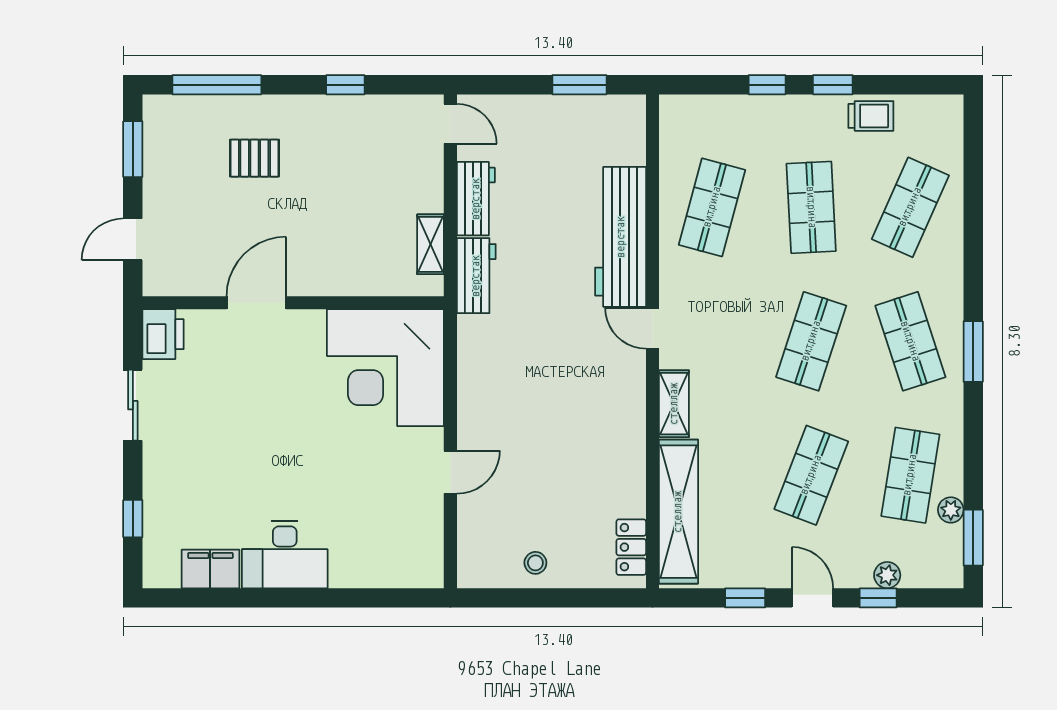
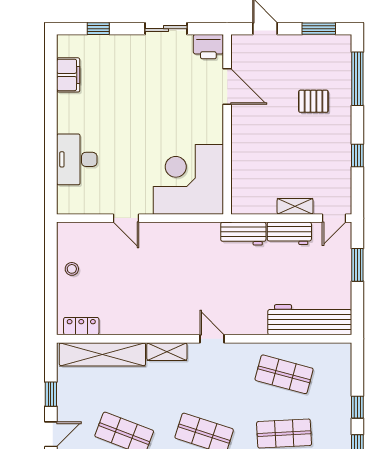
window: (579, 85) -> (357, 265), moved
pallet: (254, 158) -> (313, 101), turned 90
workbench: (621, 237) -> (310, 320), moved
shelving: (431, 244) -> (295, 206), moved
door: (256, 303) -> (227, 86), moved
door: (652, 328) -> (212, 339), hinge flipped
desk: (285, 555) -> (77, 159), moved

